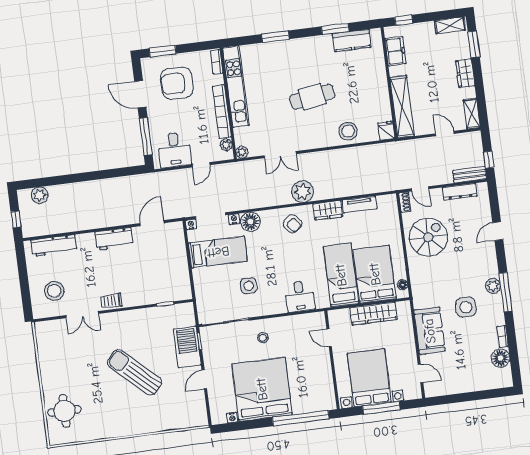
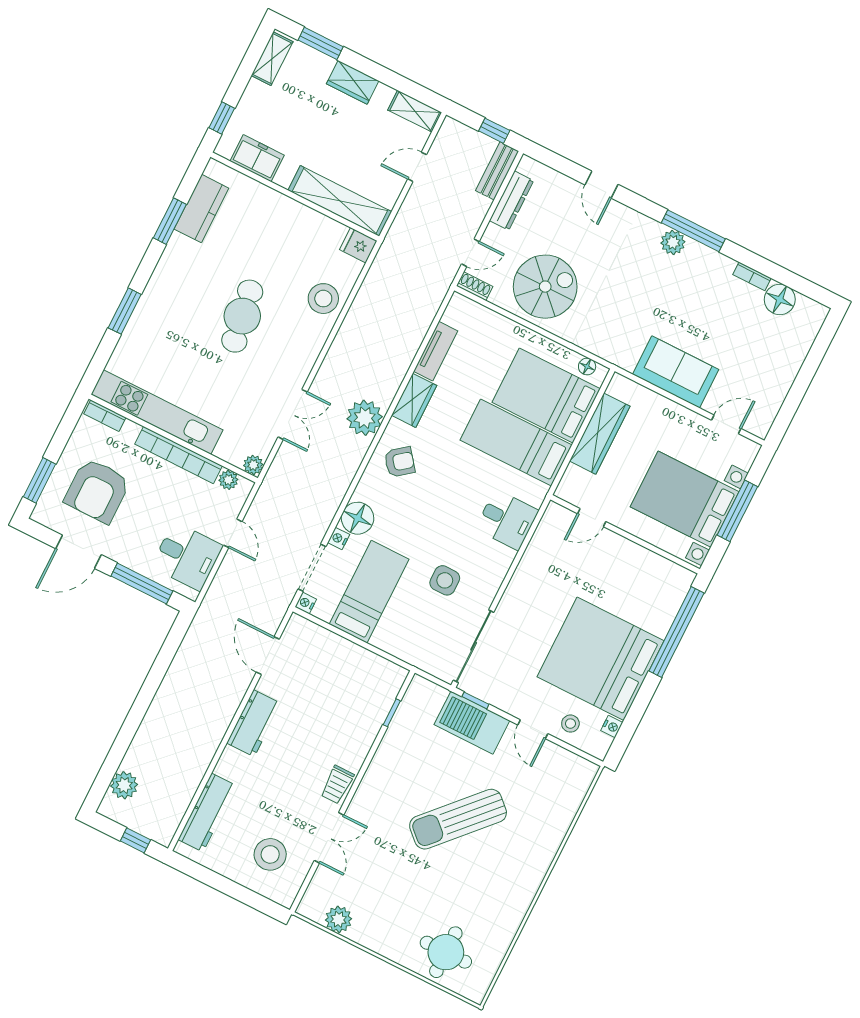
spiral stairs: (428, 237) -> (545, 287), turned 90
side table: (466, 307) -> (677, 300), removed
stool: (263, 338) -> (570, 724), moved
plant: (45, 347) -> (338, 919), added

